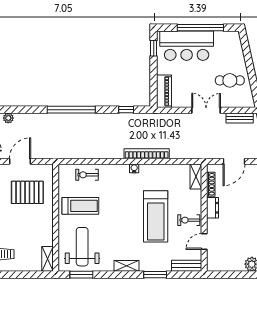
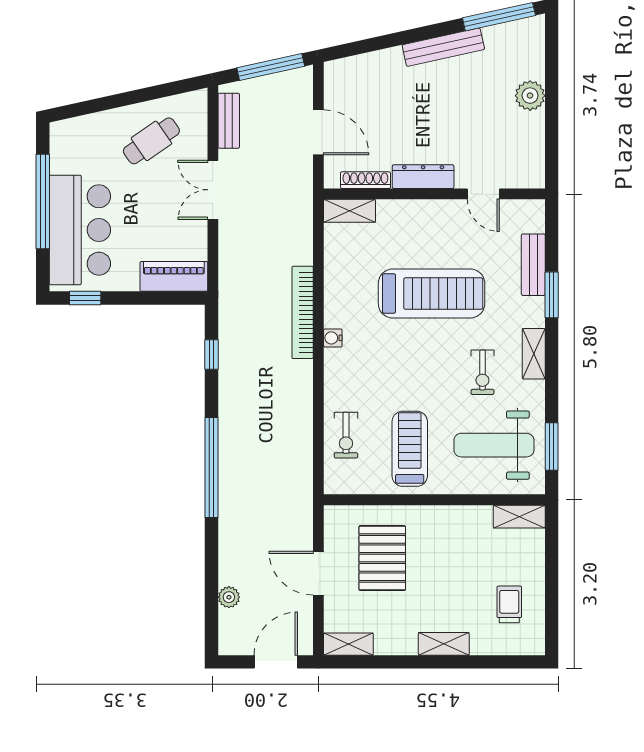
cafe table: (230, 80) -> (151, 141), turned 55
dresser: (212, 208) -> (423, 177), width x1.44
exercise bike: (189, 220) -> (482, 372), moved
bench: (187, 266) -> (533, 265), moved

